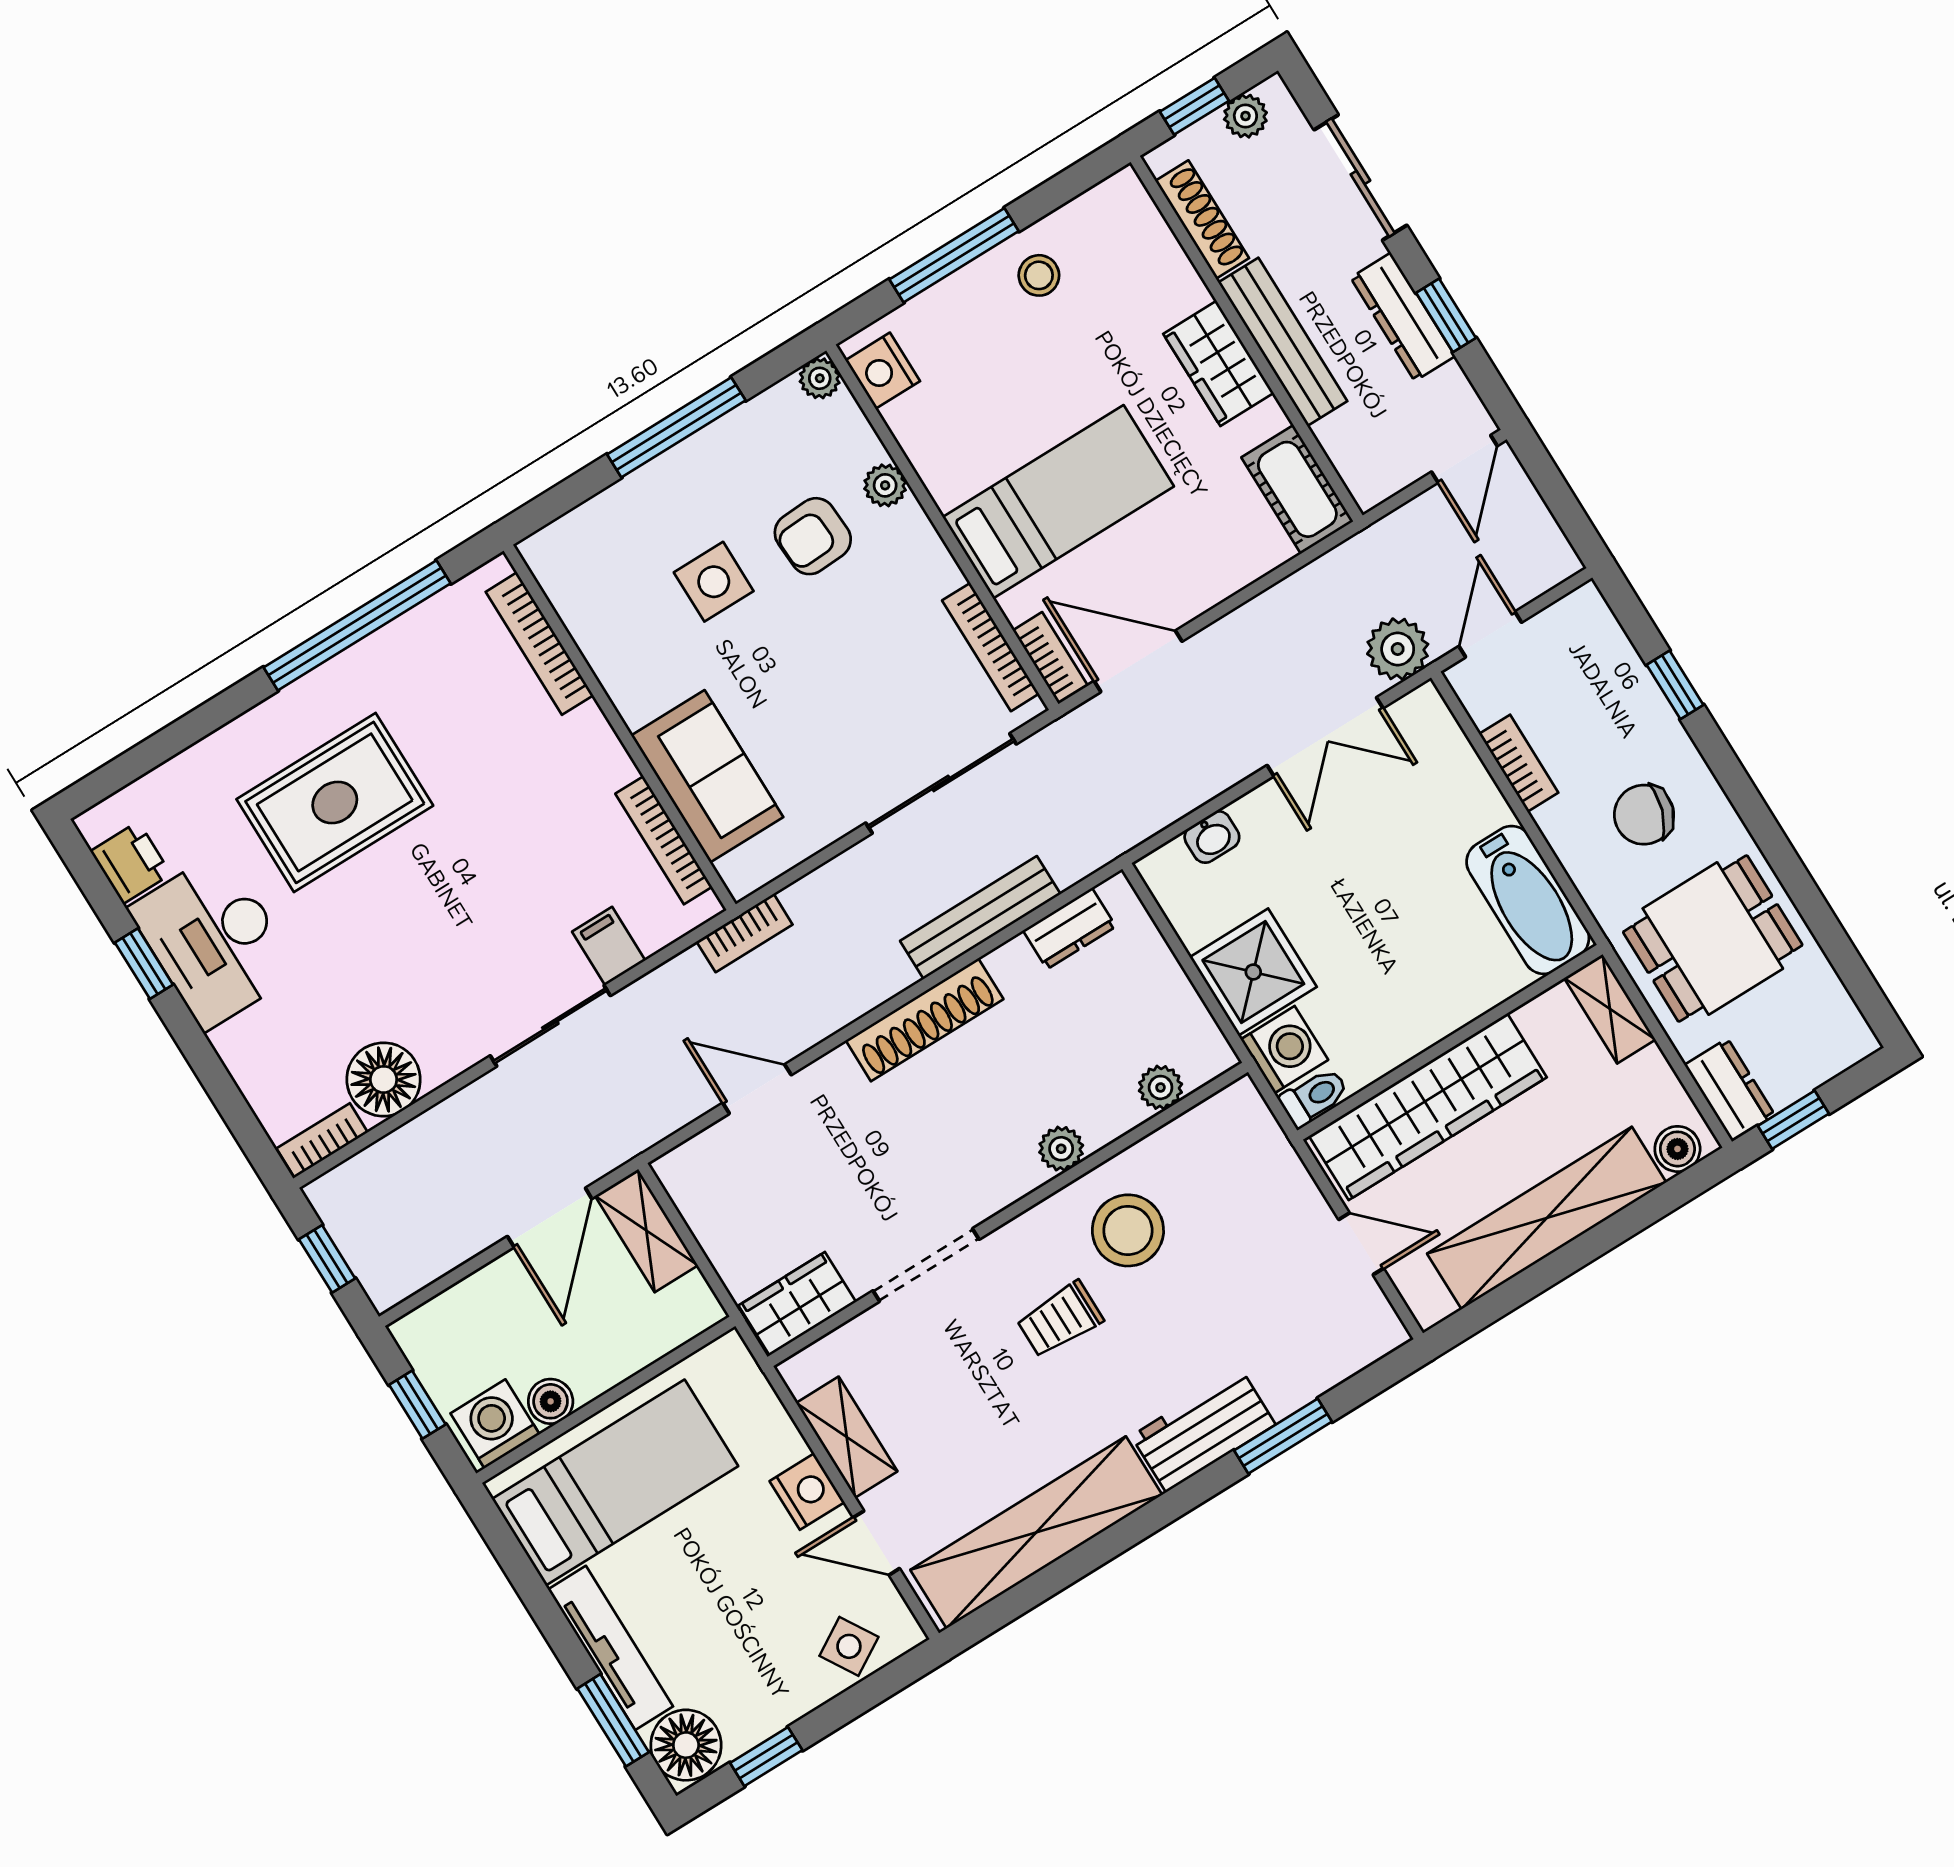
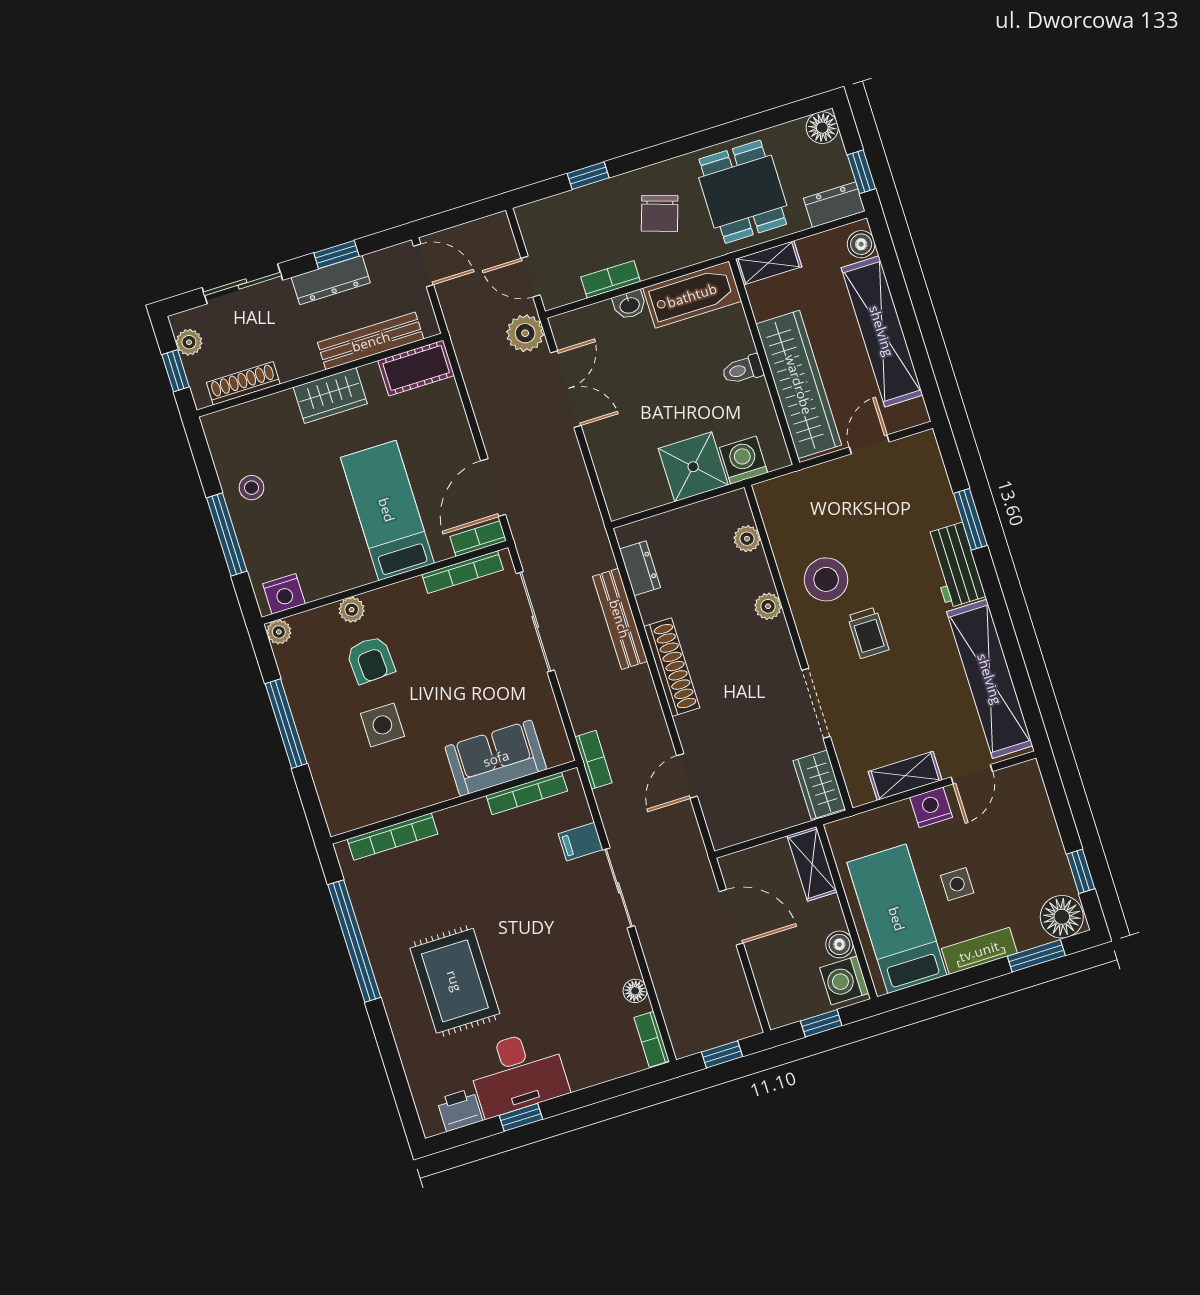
bench: (1283, 342) -> (371, 341), moved
washbasin: (1212, 837) -> (629, 305), moved, turned 90
floor lamp: (1848, 1039) -> (822, 128), added
floor lamp: (384, 1079) -> (635, 991), width x0.53, depth x0.53
toilet: (1314, 1097) -> (743, 370), moved, turned -90
shelving: (646, 1231) -> (812, 864), moved, turned 90
side table: (849, 1646) -> (957, 884), moved, turned 31
tv unit: (611, 1648) -> (979, 951), width x0.71

